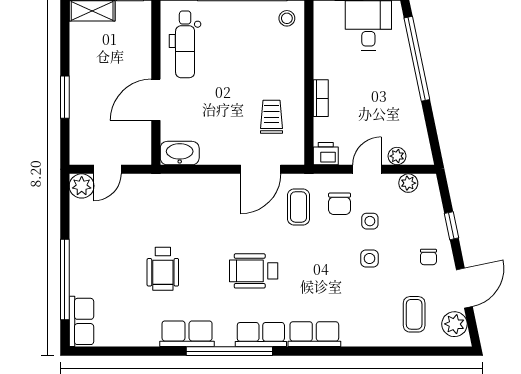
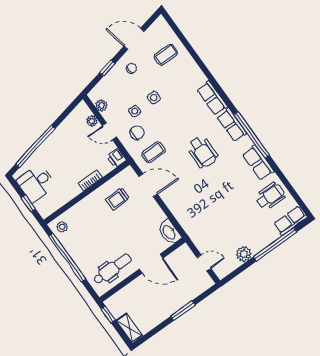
plant: (82, 186) -> (244, 254), moved
wheelchair: (163, 269) -> (270, 196), moved
plant: (454, 324) -> (156, 31), removed

